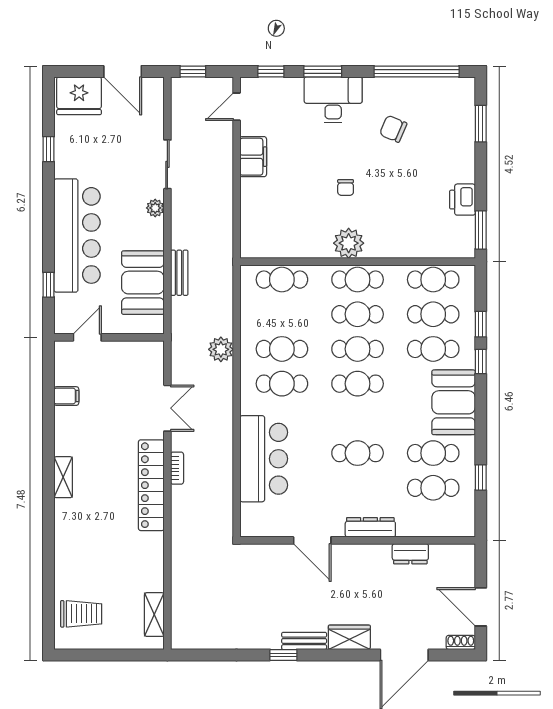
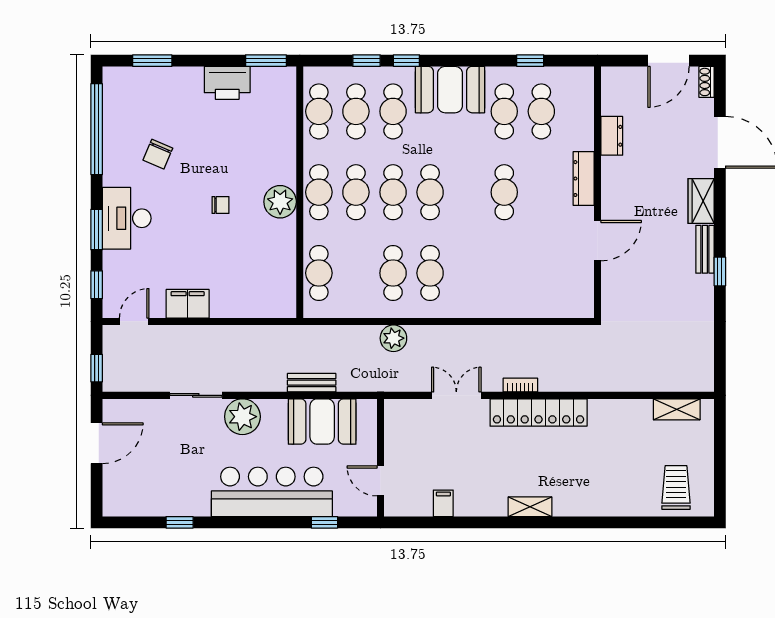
fridge: (79, 96) -> (123, 490), removed
door: (237, 107) -> (134, 321), swing flipped
printer: (462, 200) -> (227, 83), width x1.37, depth x1.19
plant: (155, 208) -> (242, 417), width x1.88, depth x1.88
bar counter: (264, 459) -> (510, 292), removed

